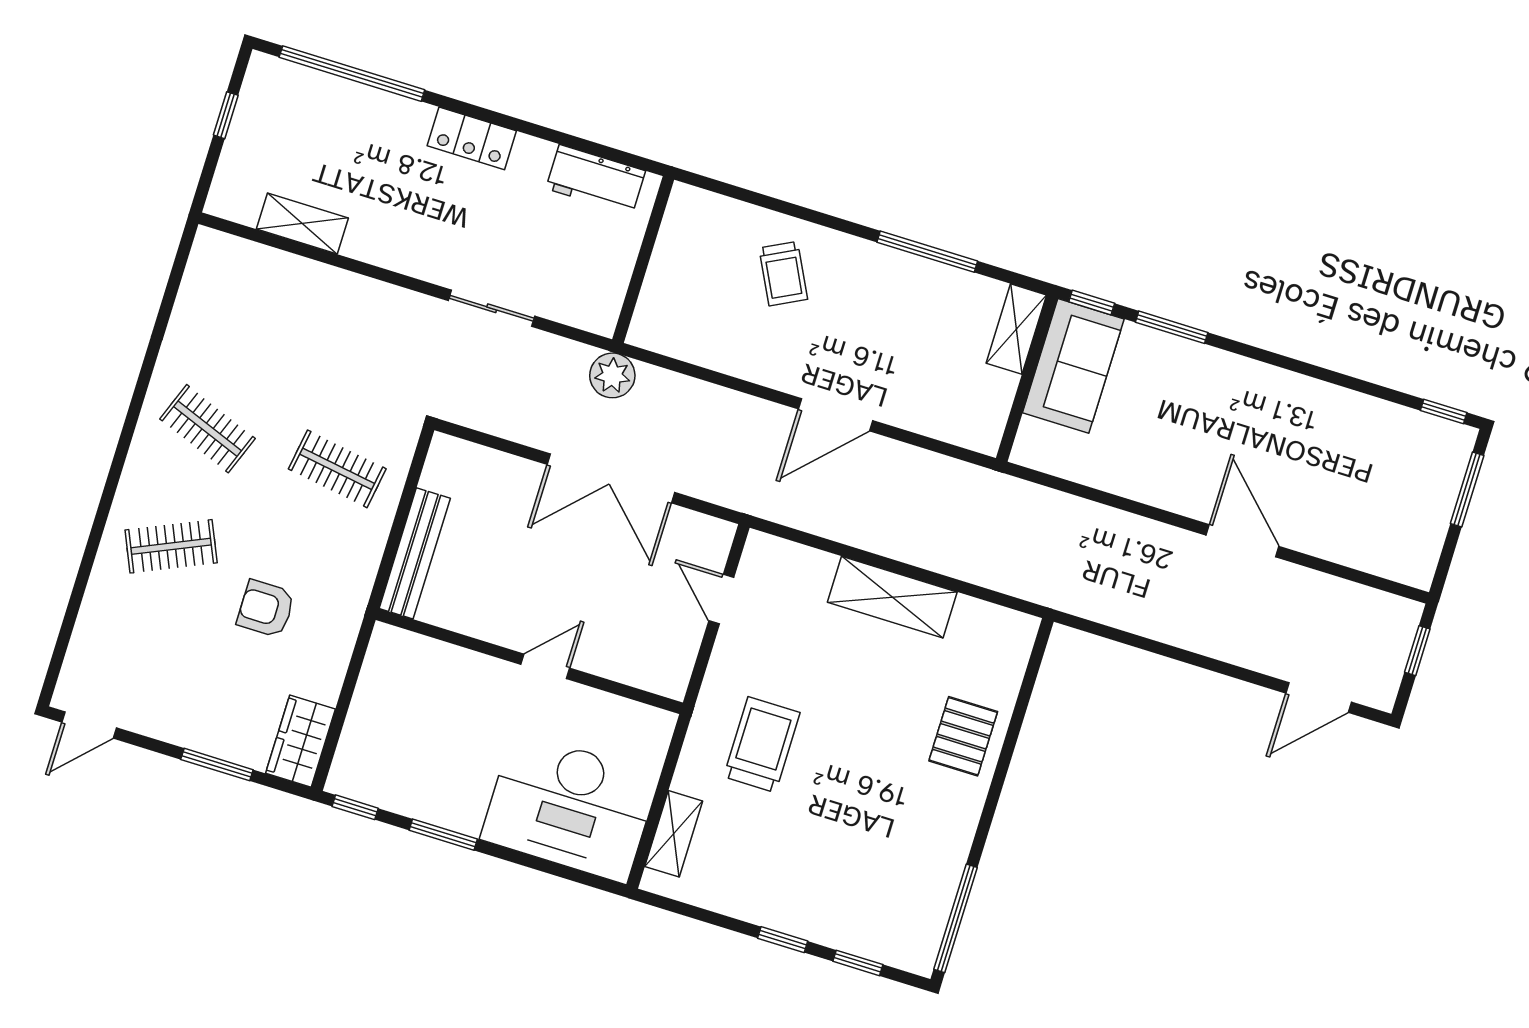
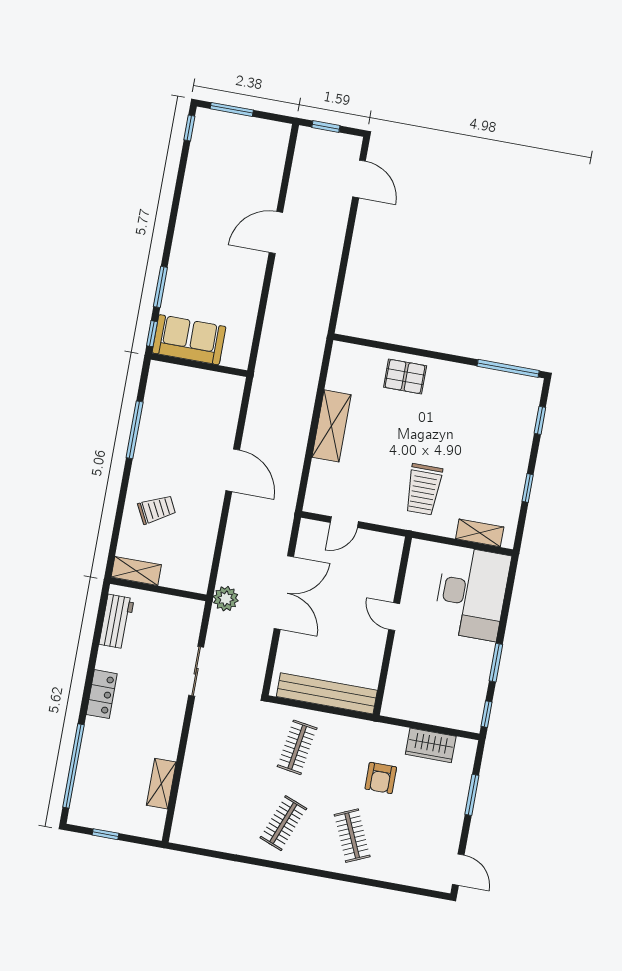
shelving: (1016, 329) -> (136, 571), moved
bench: (415, 553) -> (327, 693), width x1.37, depth x1.21
wardrobe: (301, 741) -> (431, 745), moved
trolley: (762, 745) -> (424, 489), turned -90
window: (783, 940) -> (528, 488), moved

